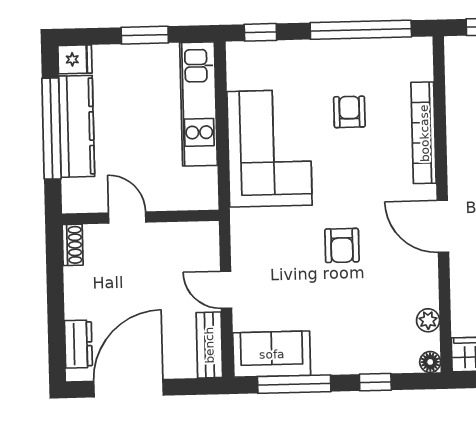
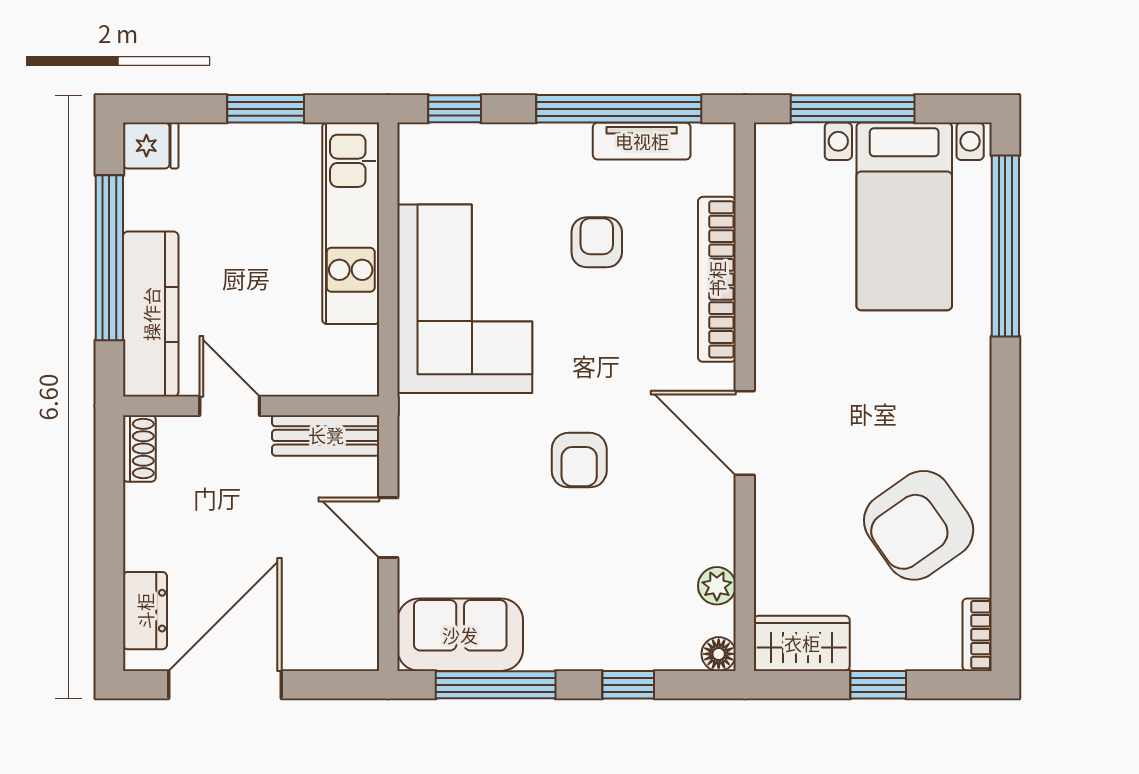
tv unit: (375, 49) -> (642, 141), added
kitchen counter: (77, 126) -> (151, 314), moved
bench: (209, 345) -> (326, 435), moved, turned 90

